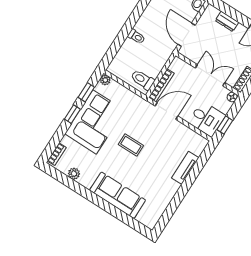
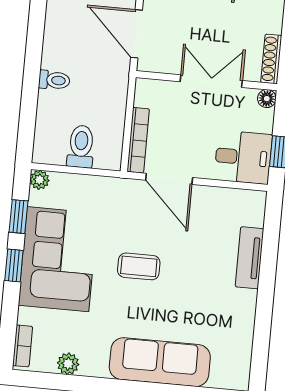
toilet: (143, 80) -> (81, 146), moved, turned 90
door: (167, 111) -> (169, 179), swing flipped

